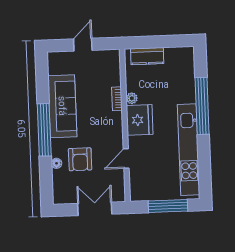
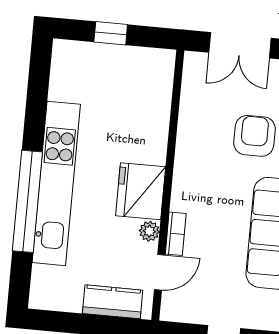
kitchen unit: (188, 150) -> (56, 183), moved
door: (126, 158) -> (160, 272), moved
window: (168, 206) -> (111, 33), width x0.46

